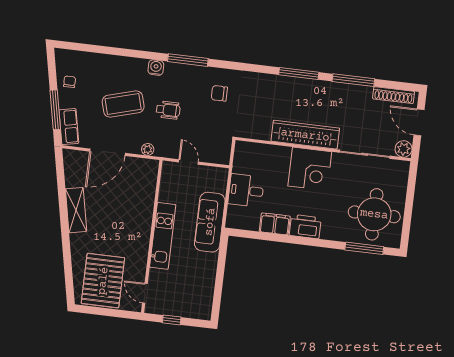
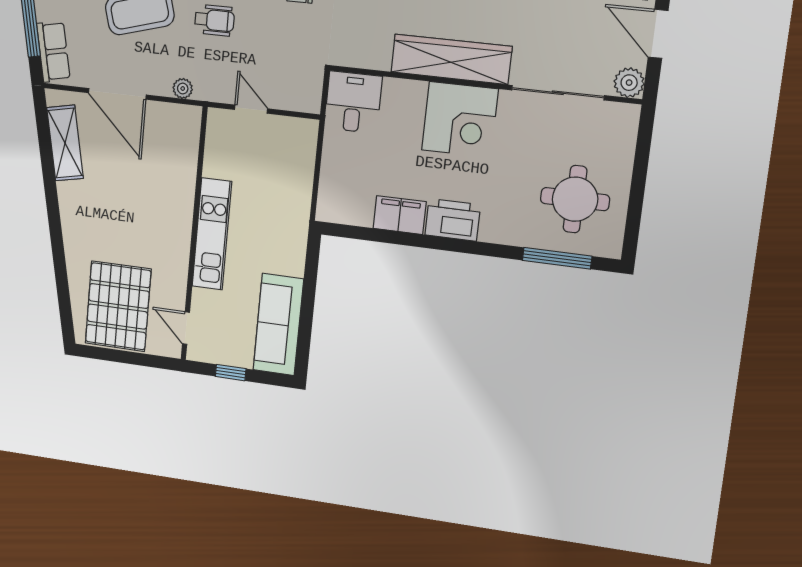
door: (107, 152) -> (117, 94), hinge flipped
desk: (246, 190) -> (353, 102), moved, turned 90
shelving: (76, 210) -> (65, 143), moved
round table: (374, 214) -> (575, 199), width x0.73, depth x0.73
sofa: (210, 222) -> (278, 325), moved

